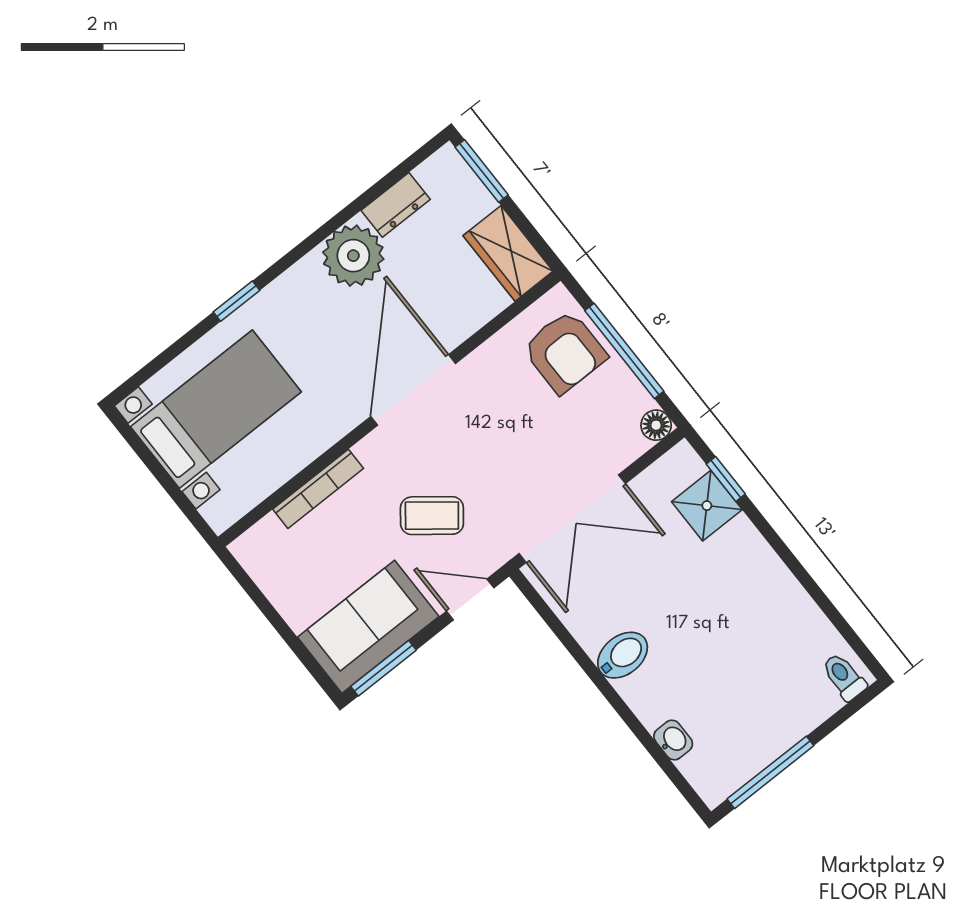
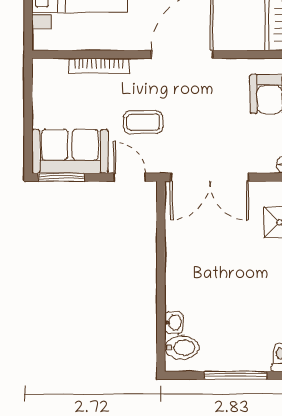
coffee table: (432, 516) -> (143, 122), turned -38
bidet: (623, 655) -> (182, 348), moved
window: (770, 772) -> (235, 375), moved

